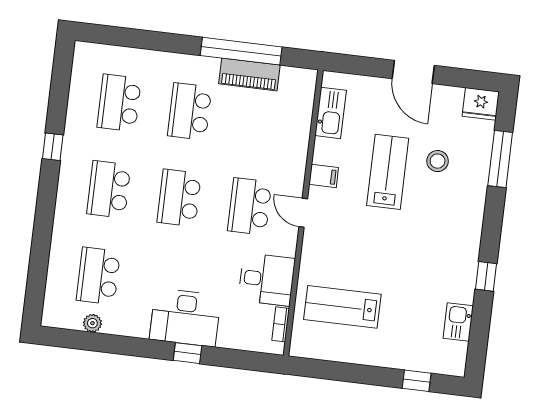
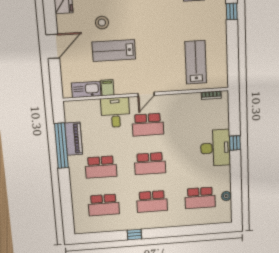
filing cabinet: (324, 176) -> (107, 88), moved
desk: (267, 279) -> (115, 112), moved
lab bench: (342, 307) -> (196, 62), turned 180

